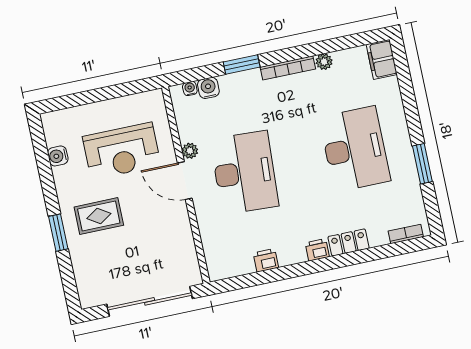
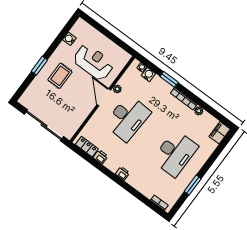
reception desk: (122, 151) -> (93, 62), turned 180
rug: (99, 216) -> (60, 76), turned 90
locker: (349, 242) -> (87, 147), moved

